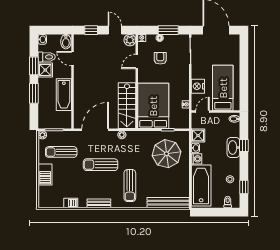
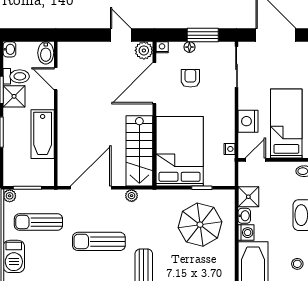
window: (91, 30) -> (84, 35), removed
door: (137, 61) -> (154, 83), width x1.88

